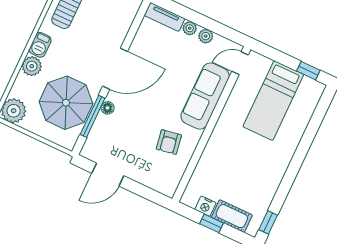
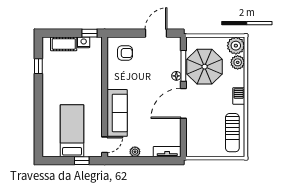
plant: (190, 28) -> (148, 152), removed
plant: (32, 66) -> (238, 62), moved
window: (308, 71) -> (82, 161), moved
armchair: (169, 142) -> (125, 53), moved, turned 100
window: (268, 222) -> (38, 66), moved
window: (212, 223) -> (90, 33), moved

